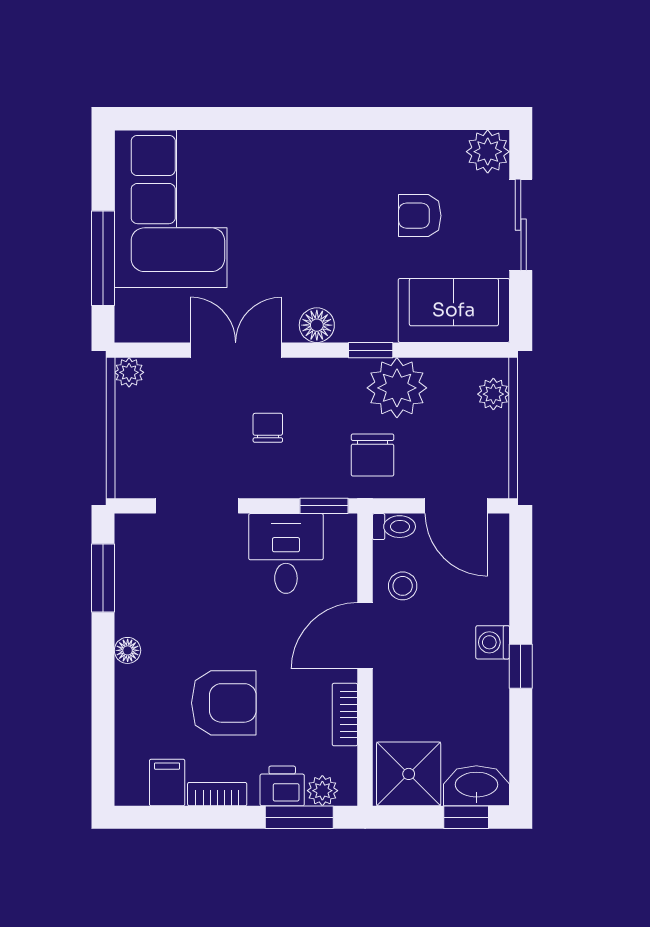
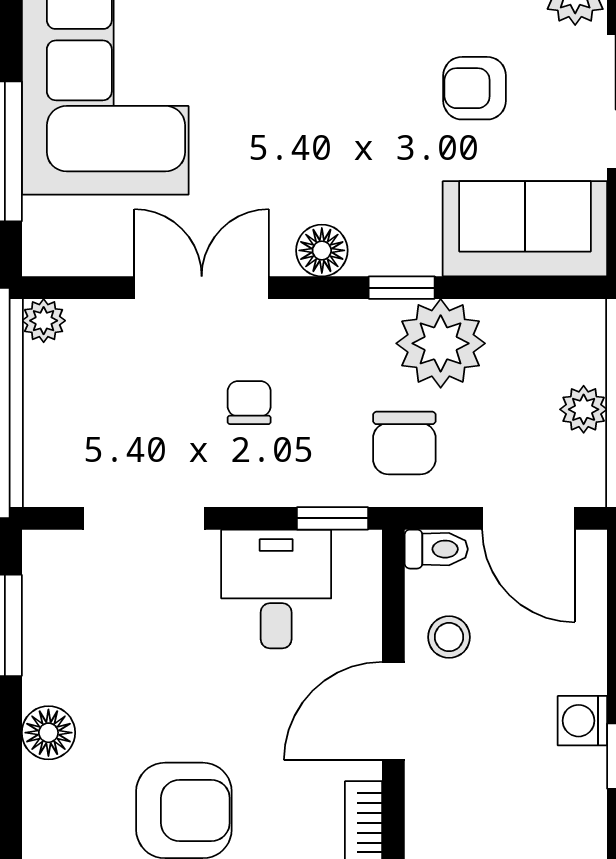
plant: (493, 394) -> (584, 409), moved
floor lamp: (128, 650) -> (48, 733), width x1.37, depth x1.37

